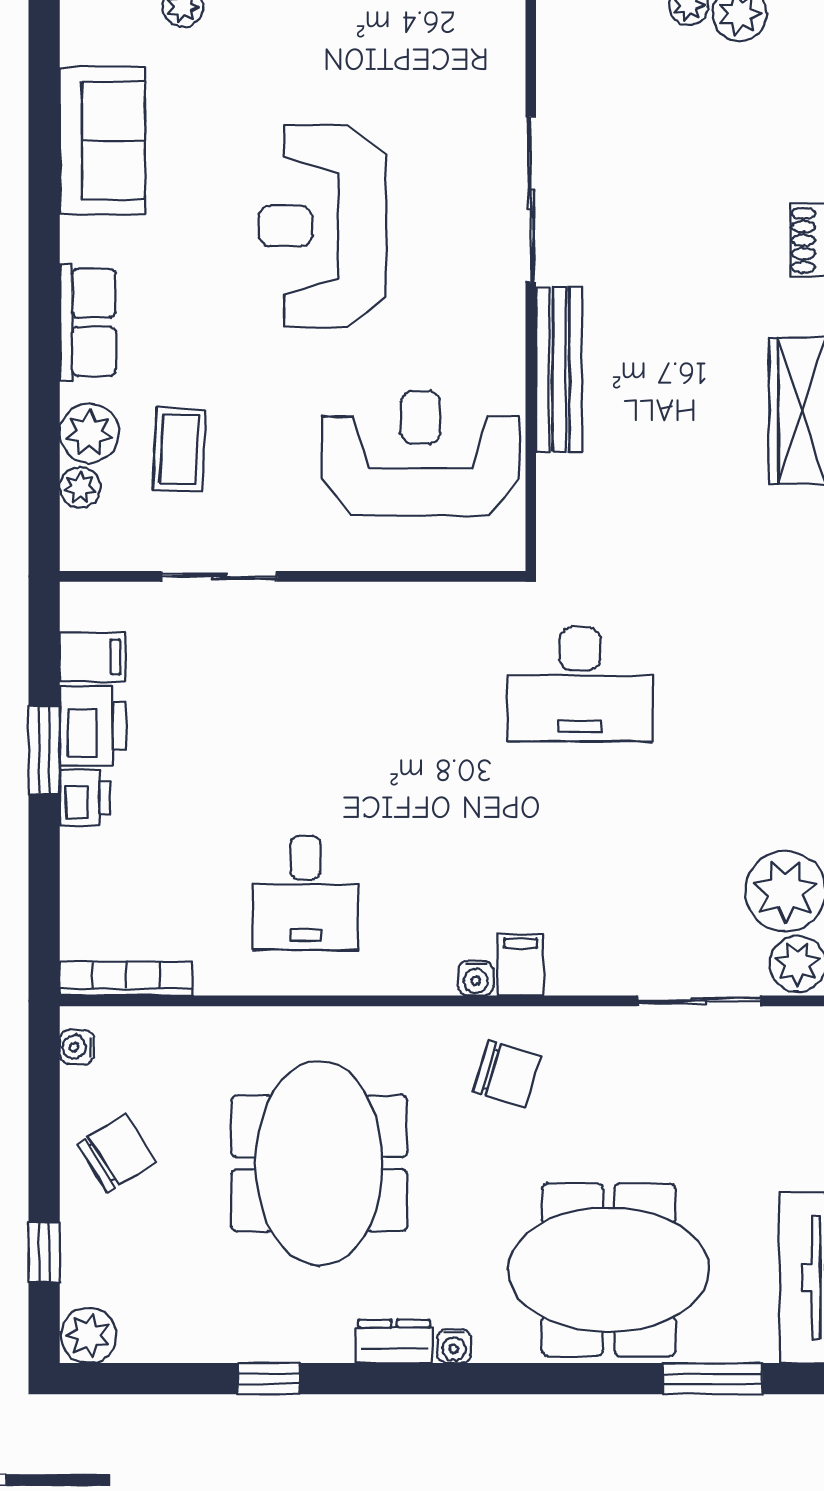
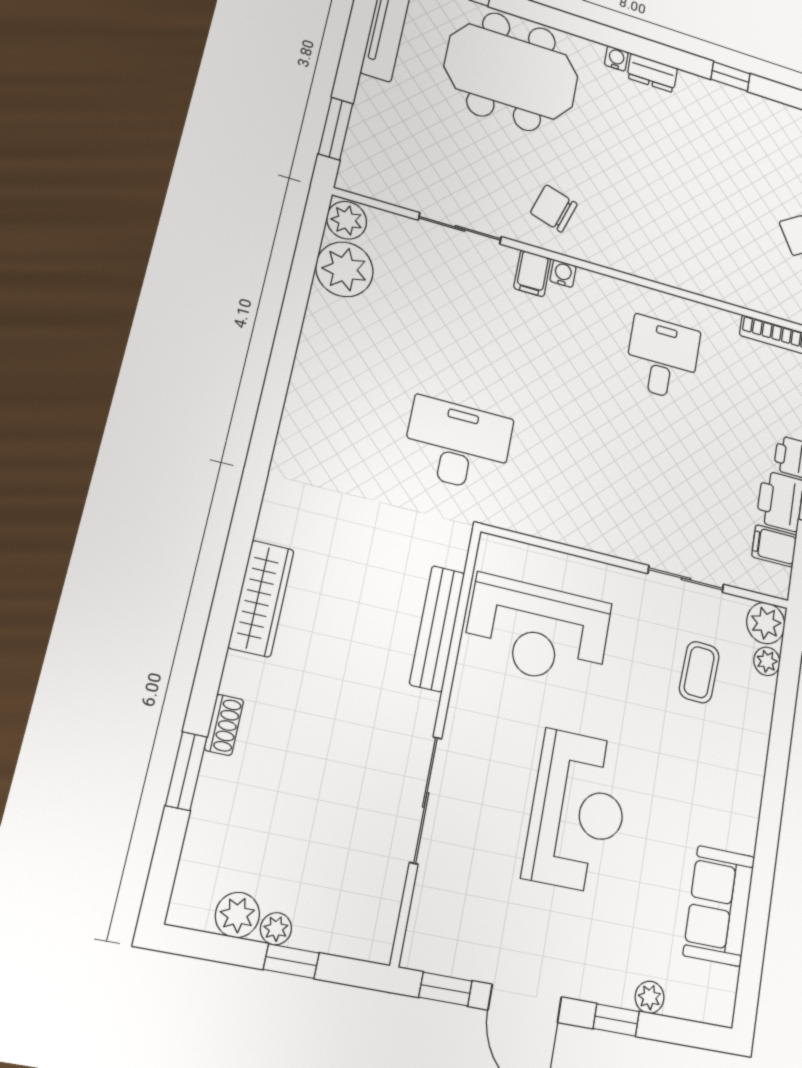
row of seats: (88, 322) -> (747, 775), removed
bench: (559, 369) -> (437, 628), moved
plant: (89, 433) -> (766, 623), moved
sliding door: (699, 1001) -> (460, 228), moved
meeting table: (319, 1163) -> (681, 191), removed

